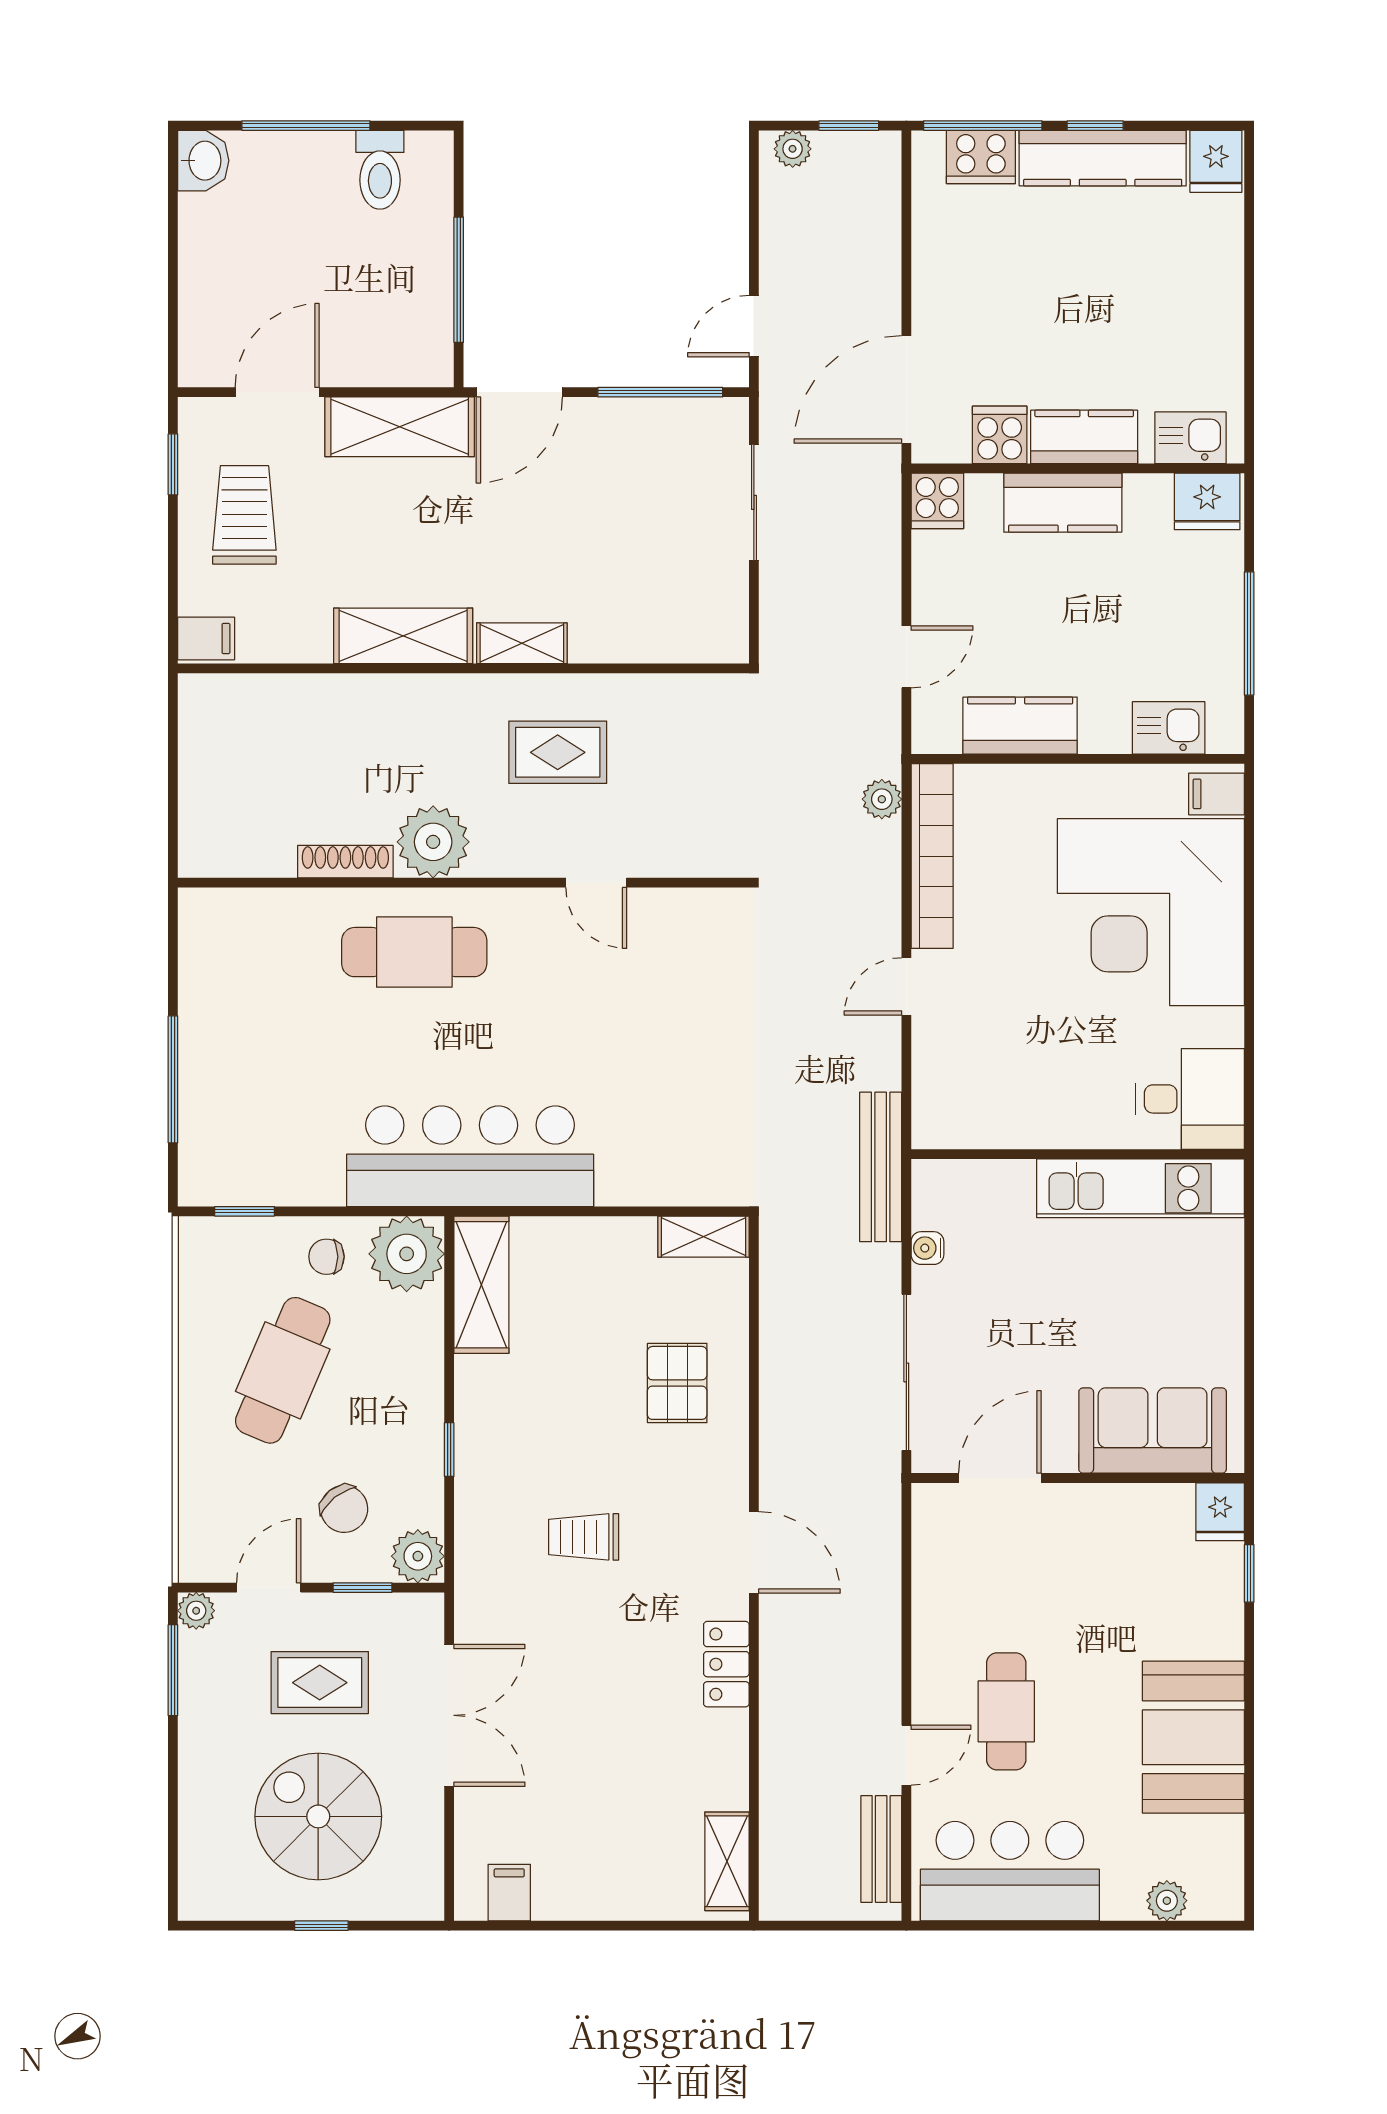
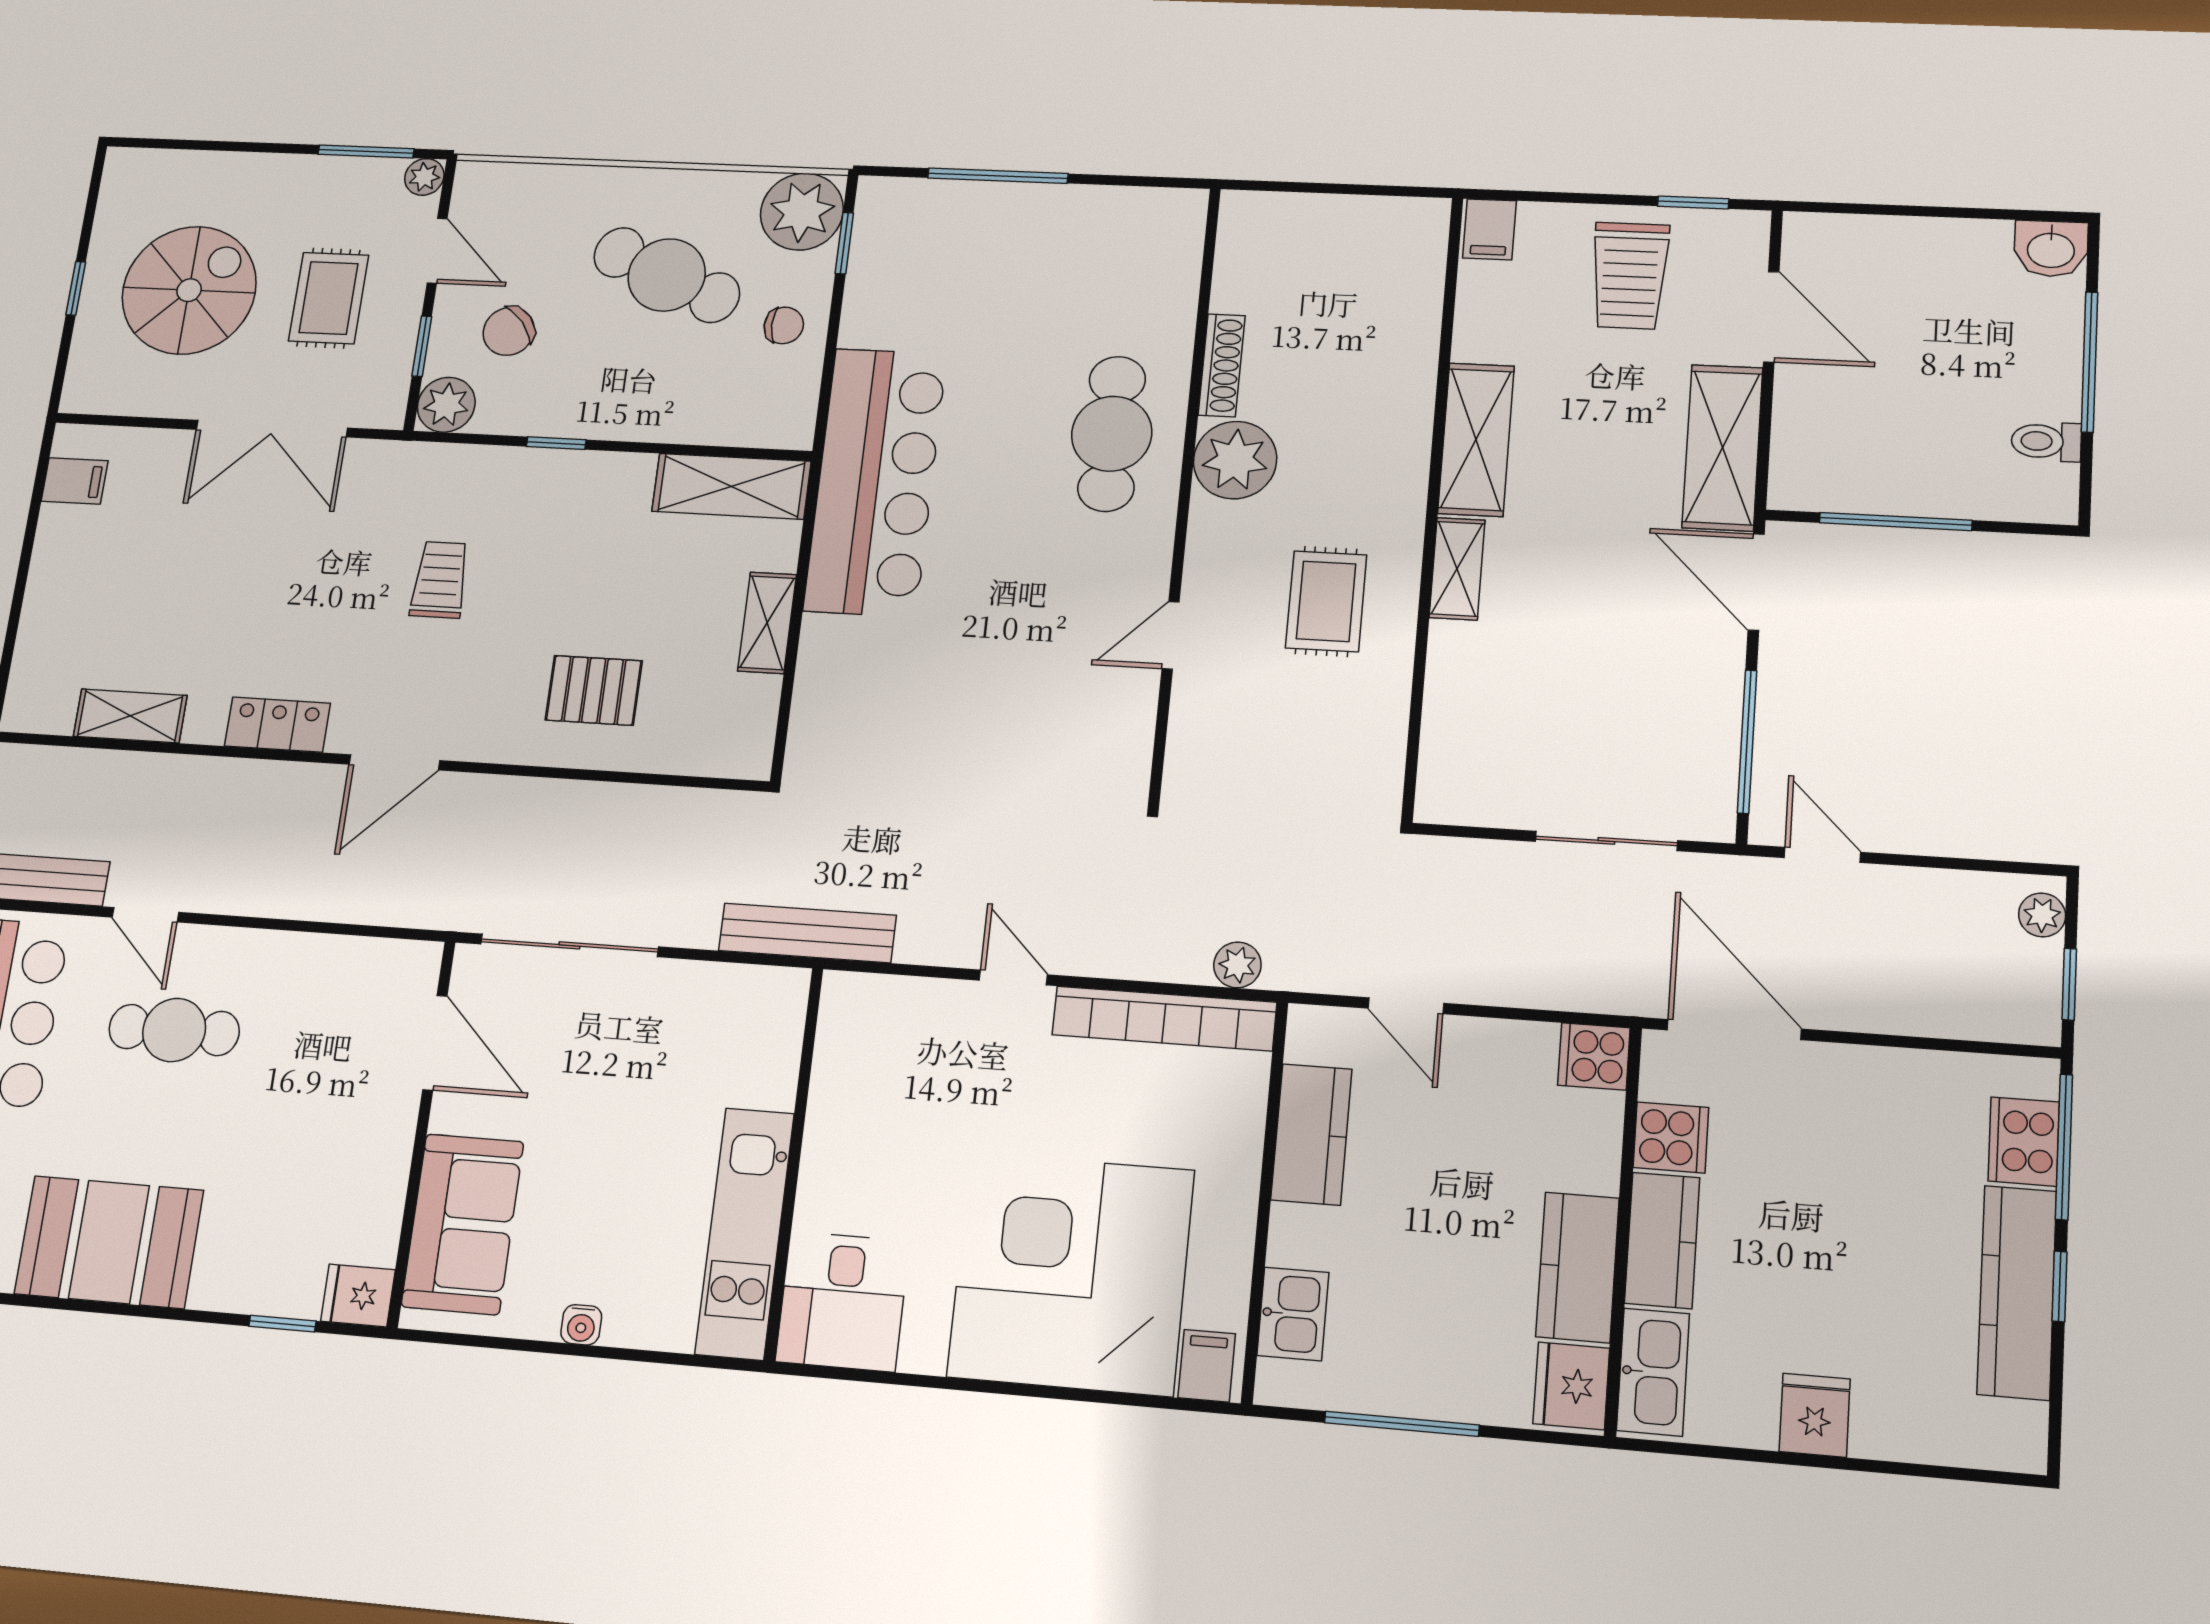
fridge: (1216, 161) -> (1815, 1415), moved, turned 90
toilet: (380, 170) -> (2046, 441), width x0.73, depth x0.72
kitchen sink: (1190, 438) -> (1653, 1372), width x1.38
kitchen counter: (1063, 503) -> (1578, 1267), moved
trolley: (244, 515) -> (1630, 276), turned 90
shelving: (703, 1237) -> (767, 623), moved
water cooler: (927, 1248) -> (581, 1325), moved, turned 180
plant: (407, 1254) -> (802, 212), moved
chair: (326, 1257) -> (784, 325), turned 90
shelving: (727, 1861) -> (130, 716), moved

